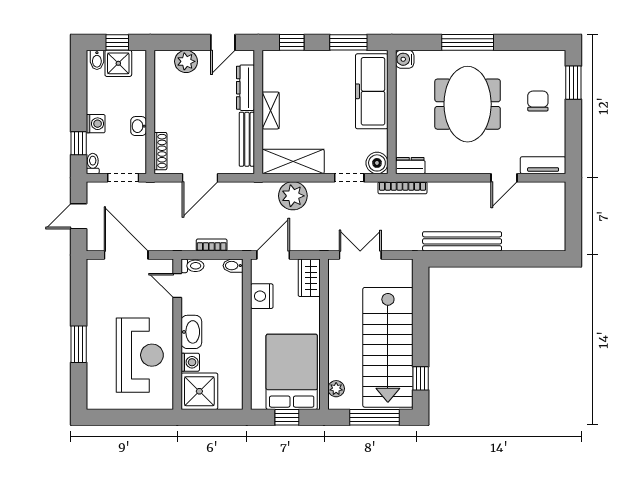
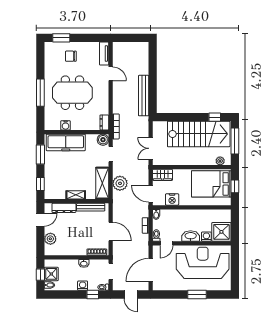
door: (223, 42) -> (40, 220), hinge flipped
water cooler: (405, 59) -> (66, 125), moved
reception desk: (140, 355) -> (203, 263), width x1.36, depth x1.30

